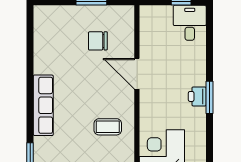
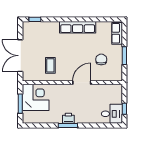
row of seats: (54, 14) -> (117, 33), added
row of seats: (43, 105) -> (78, 27), moved

